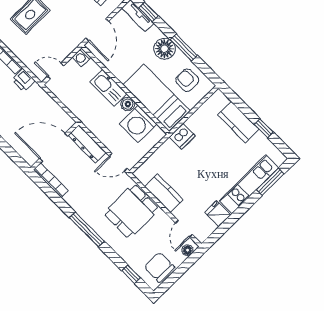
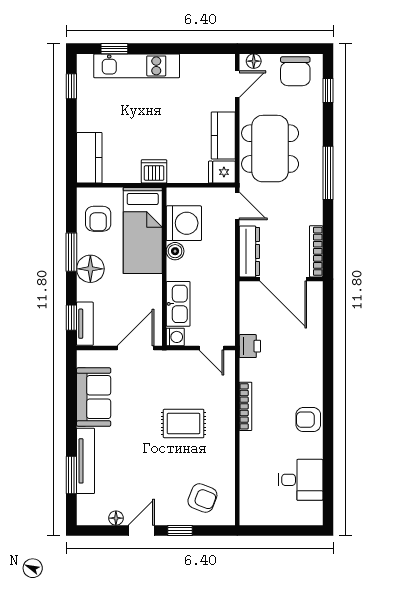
printer: (24, 80) -> (250, 346), moved
kitchen sink: (108, 88) -> (178, 304), moved
kitchen counter: (238, 122) -> (89, 158), moved
window: (264, 128) -> (71, 86), moved
window: (270, 182) -> (114, 49), width x0.67
dining table: (131, 211) -> (270, 149), width x1.38
fridge: (218, 214) -> (222, 172), moved, turned 90

